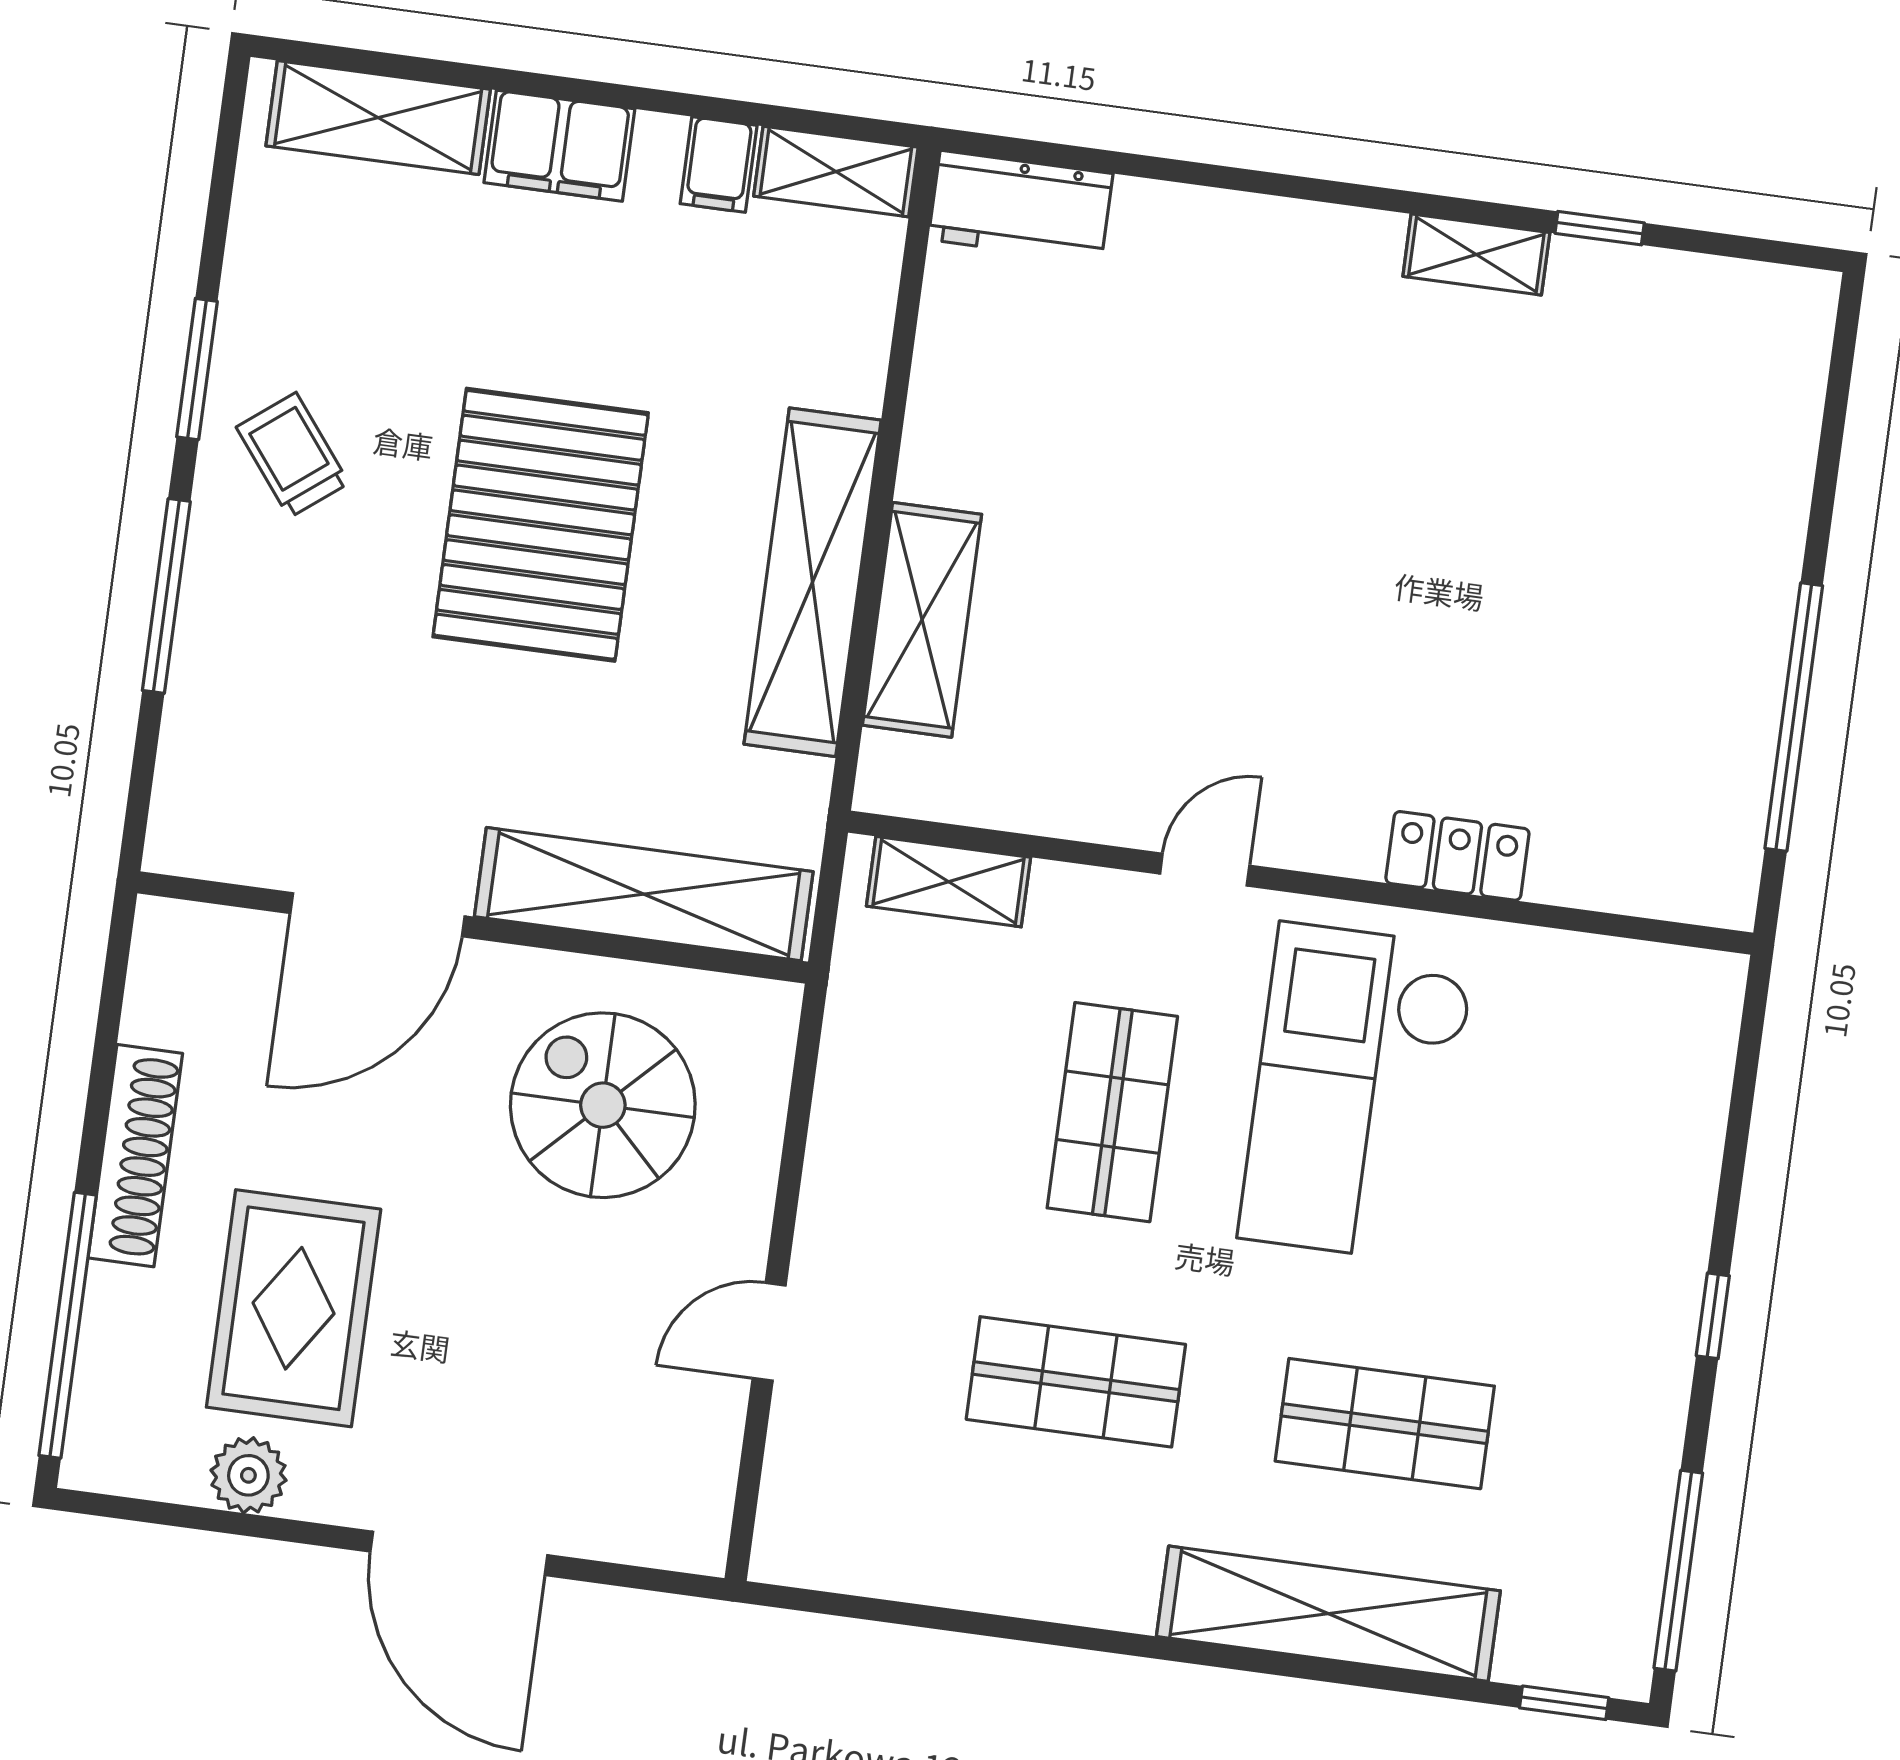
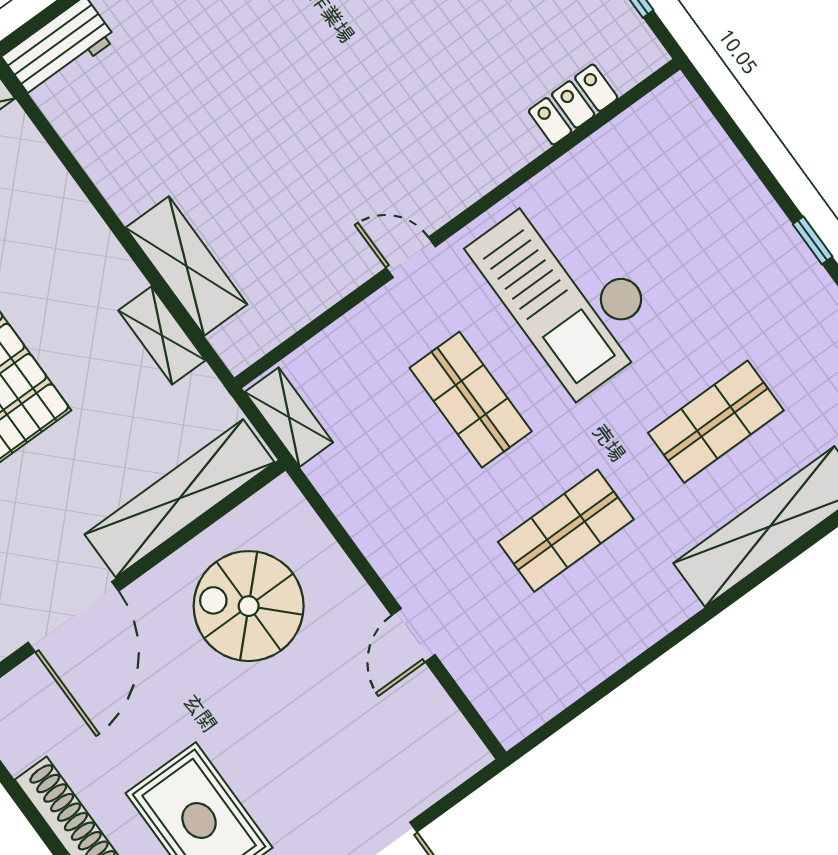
shelving: (813, 582) -> (162, 335), width x0.45, depth x0.75
locker: (1457, 856) -> (573, 104), moved
door: (1205, 870) -> (411, 257), hinge flipped
shelving: (949, 882) -> (289, 417), moved, turned 90

